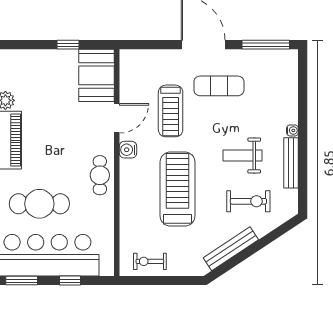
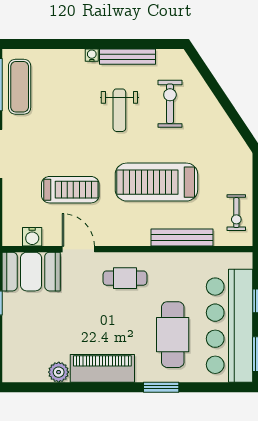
exercise mat: (219, 86) -> (20, 87), moved
water cooler: (128, 150) -> (32, 237), moved
cafe table: (100, 175) -> (125, 278), moved
bench: (231, 249) -> (182, 237), moved, turned -56

